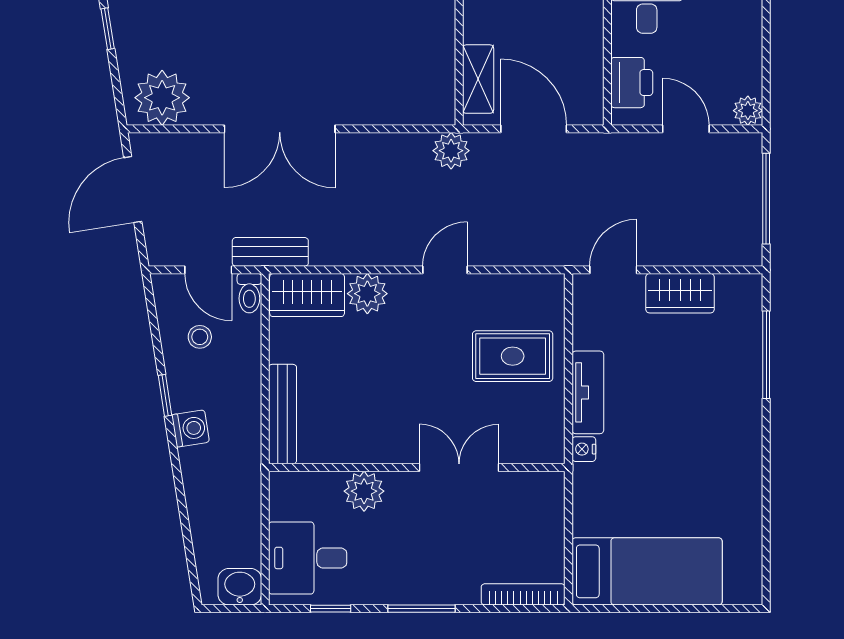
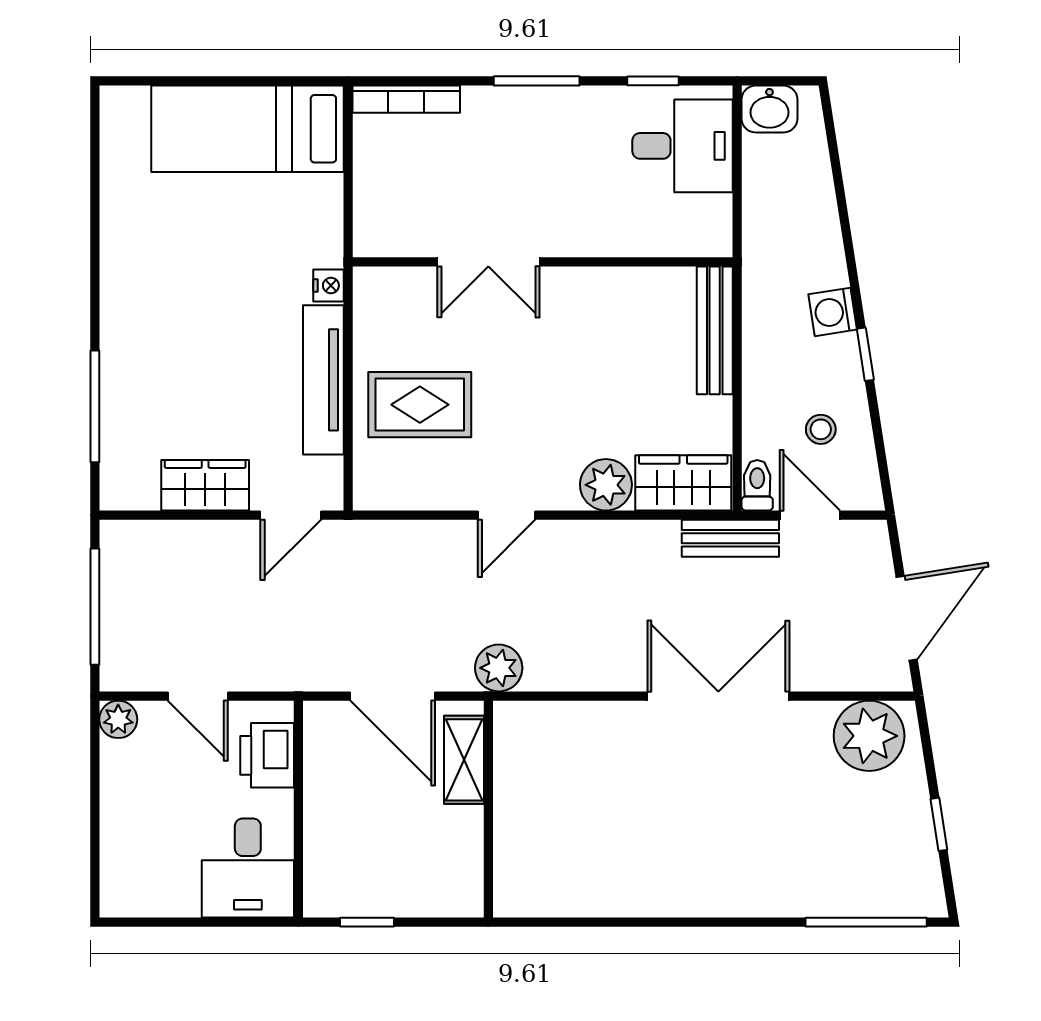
tv unit: (588, 392) -> (323, 380), width x1.41
plant: (364, 491) -> (610, 231), removed

